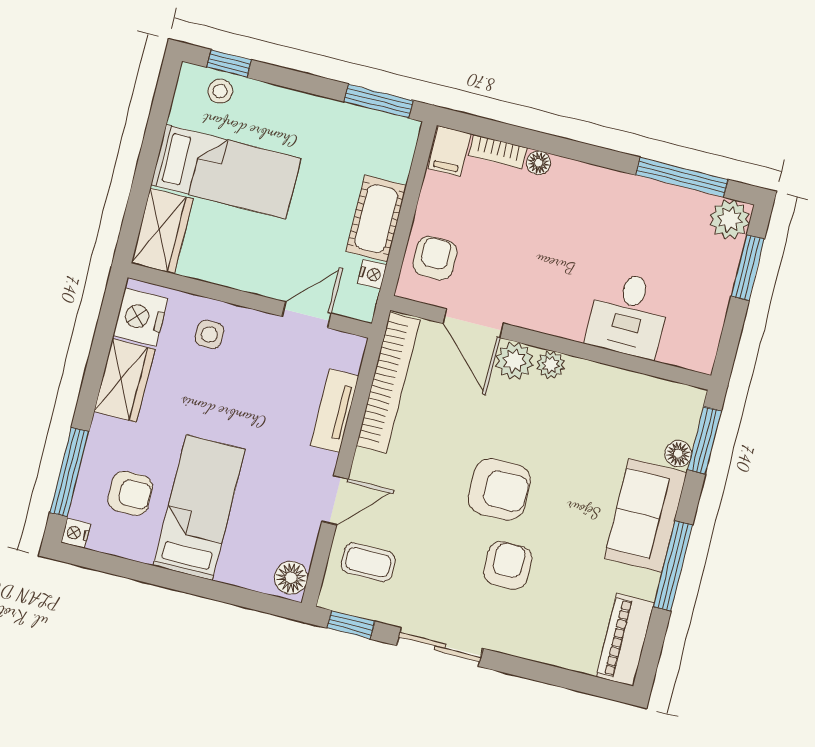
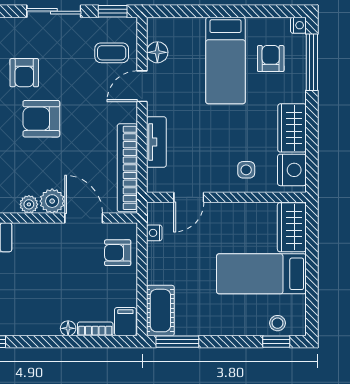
cot: (376, 219) -> (160, 311), moved
armchair: (435, 258) -> (118, 253), turned 90
armchair: (130, 493) -> (271, 59), turned 90
floor lamp: (291, 578) -> (157, 52), moved

